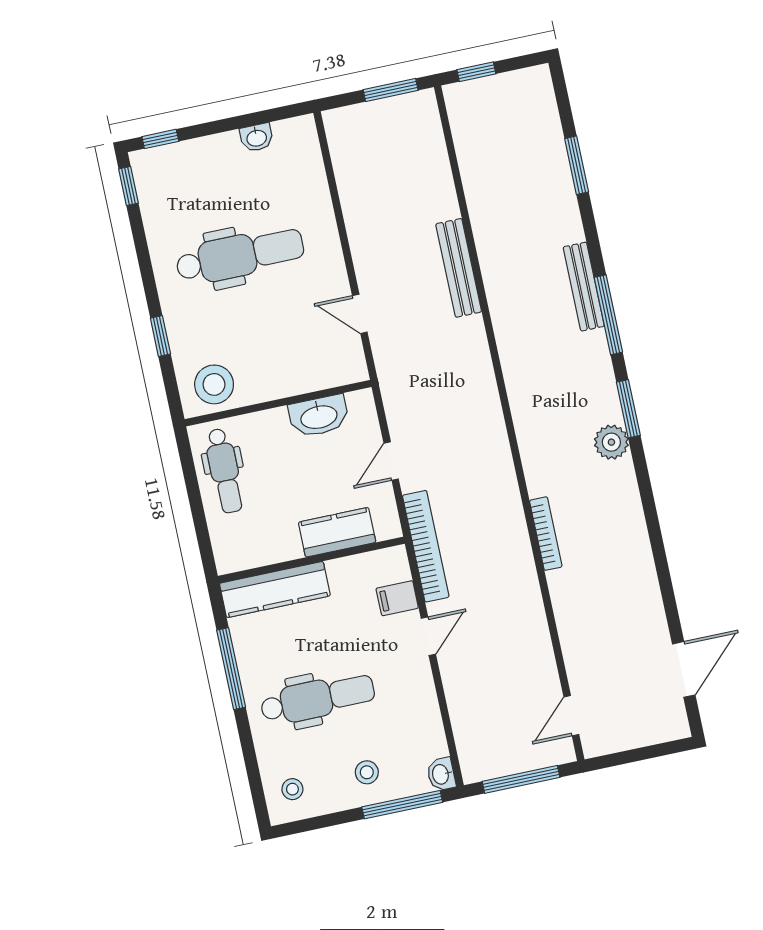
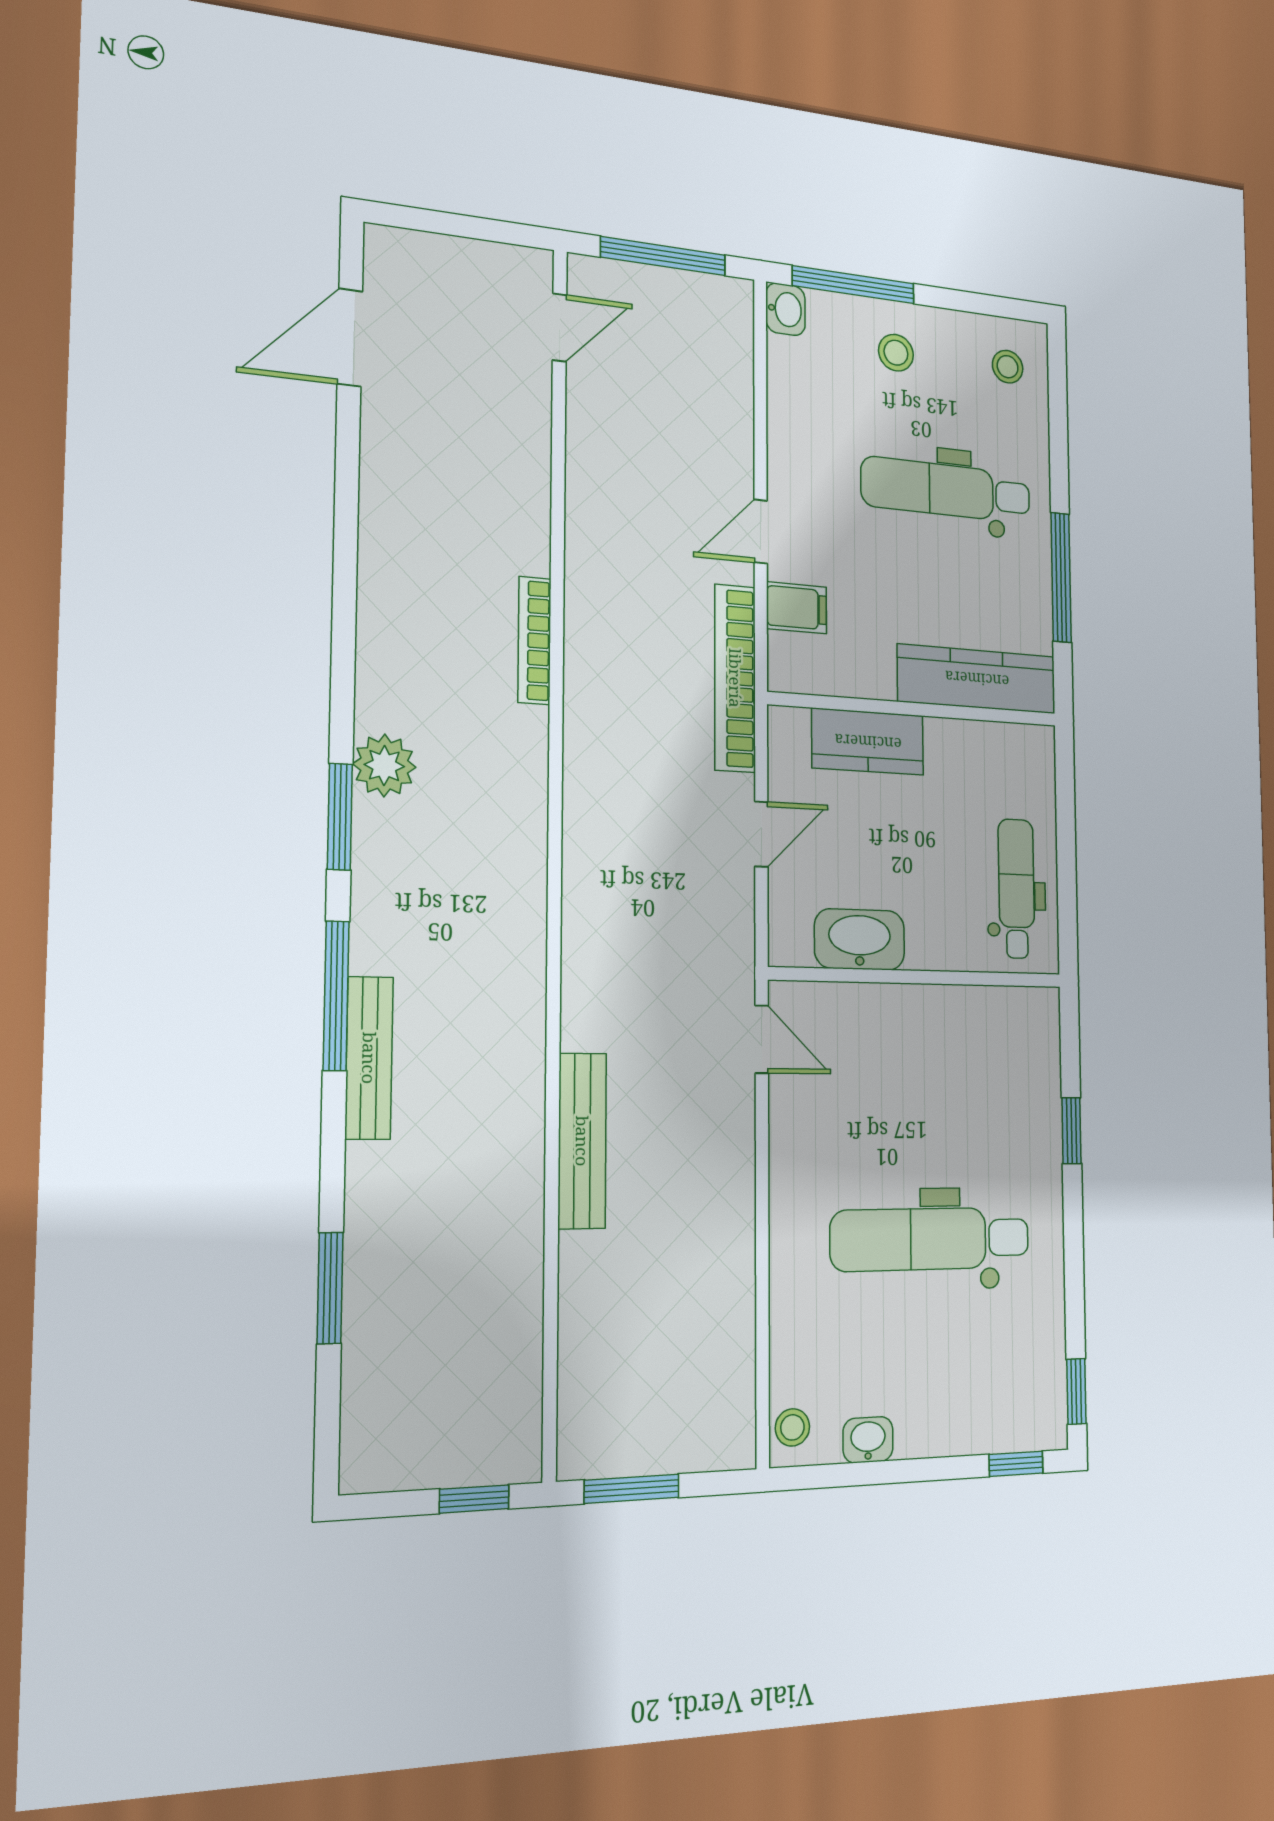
door: (360, 314) -> (762, 1039), moved
stool: (214, 384) -> (792, 1427), moved, width x0.53, depth x0.53

